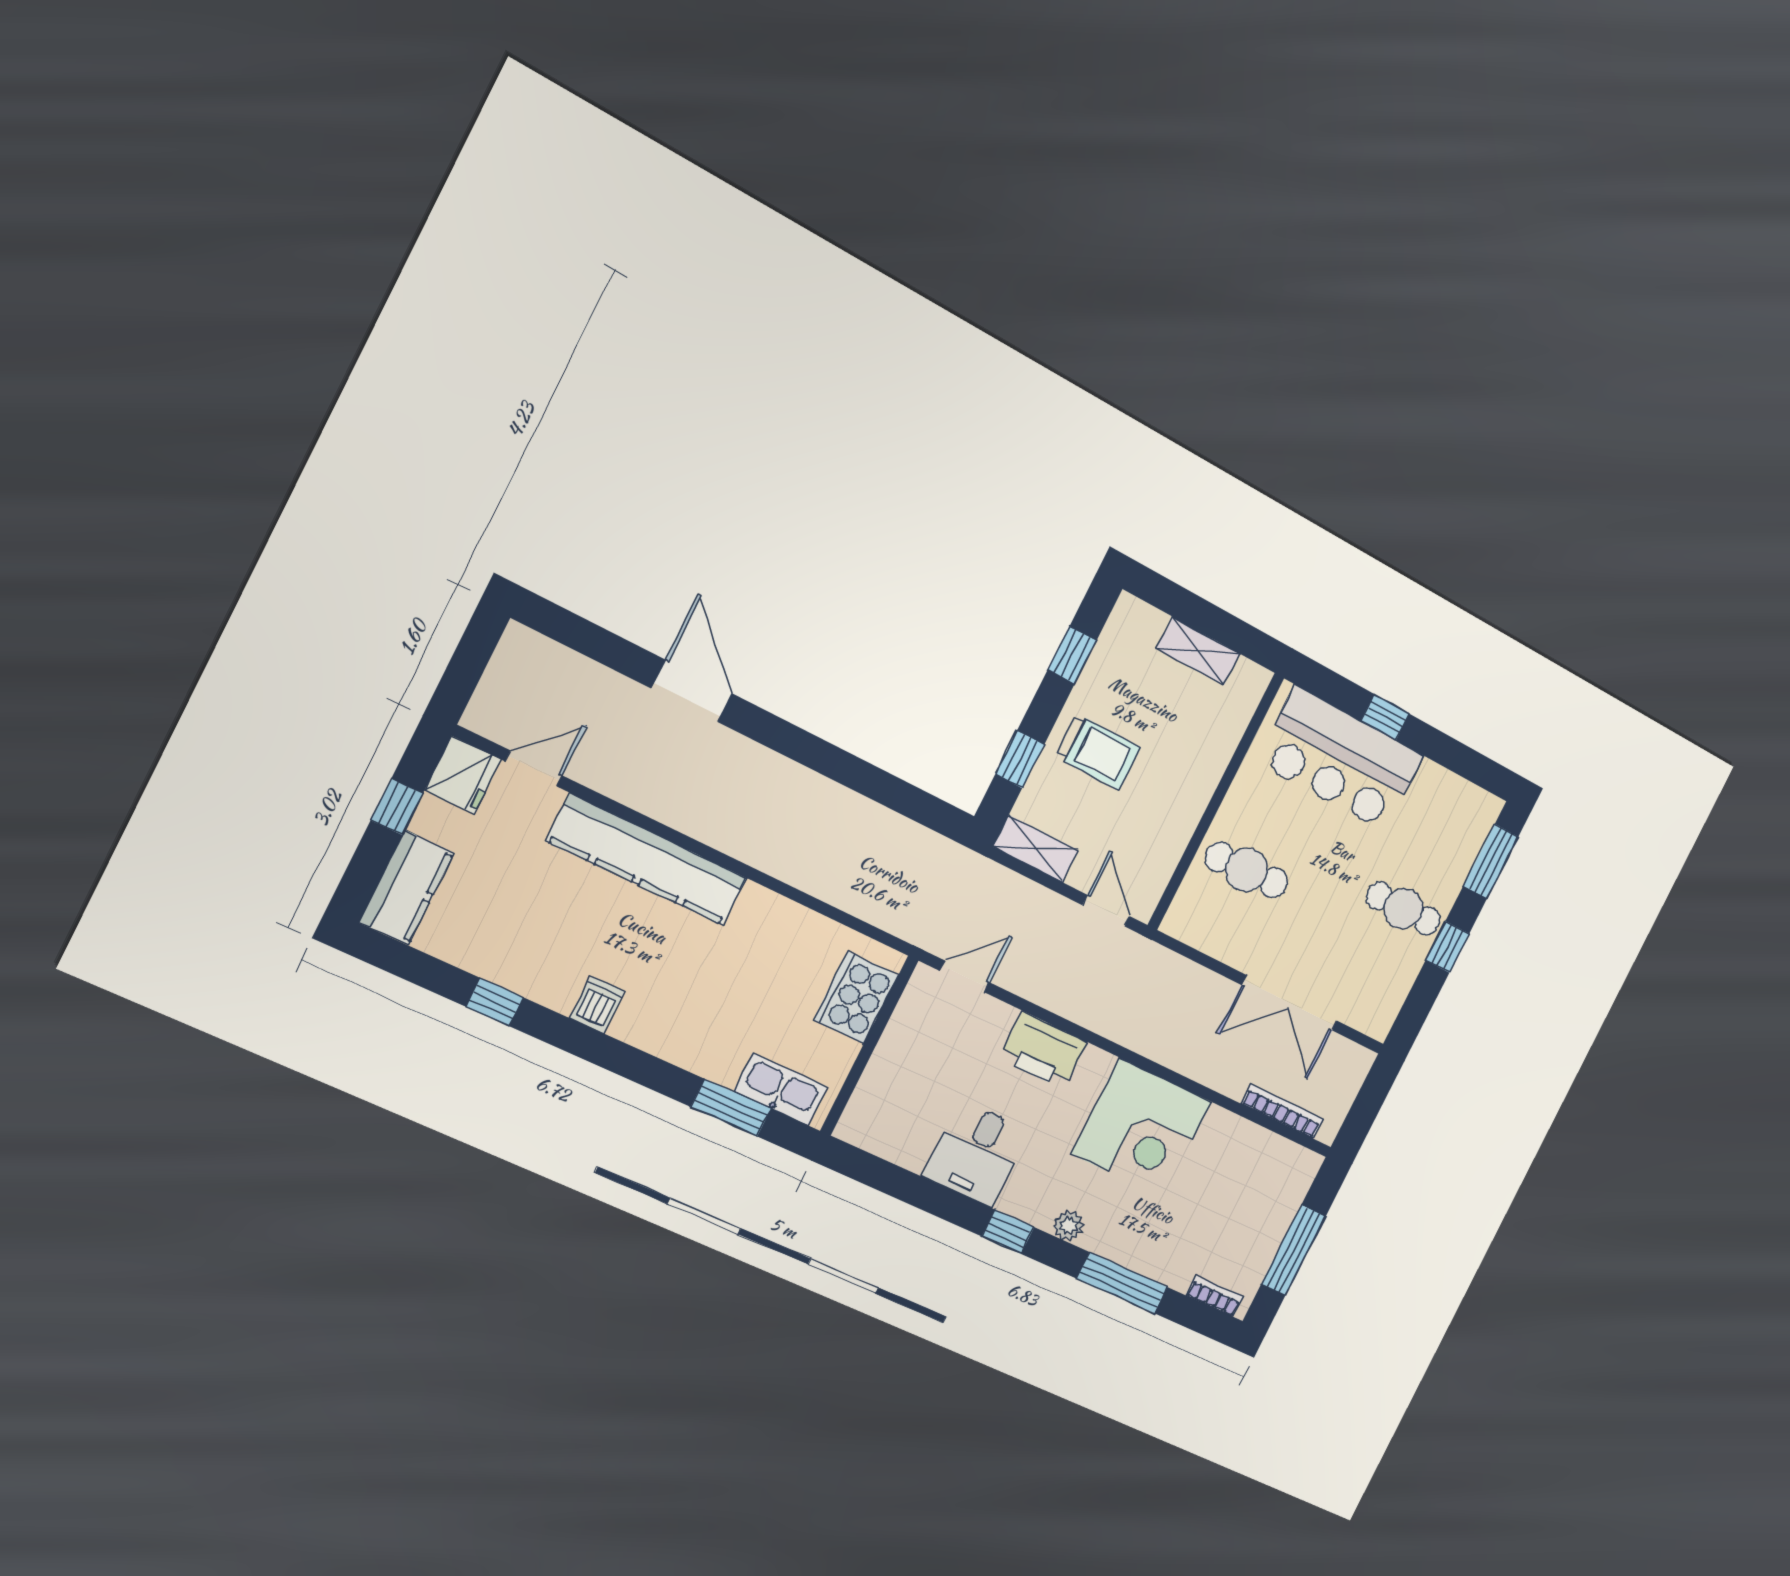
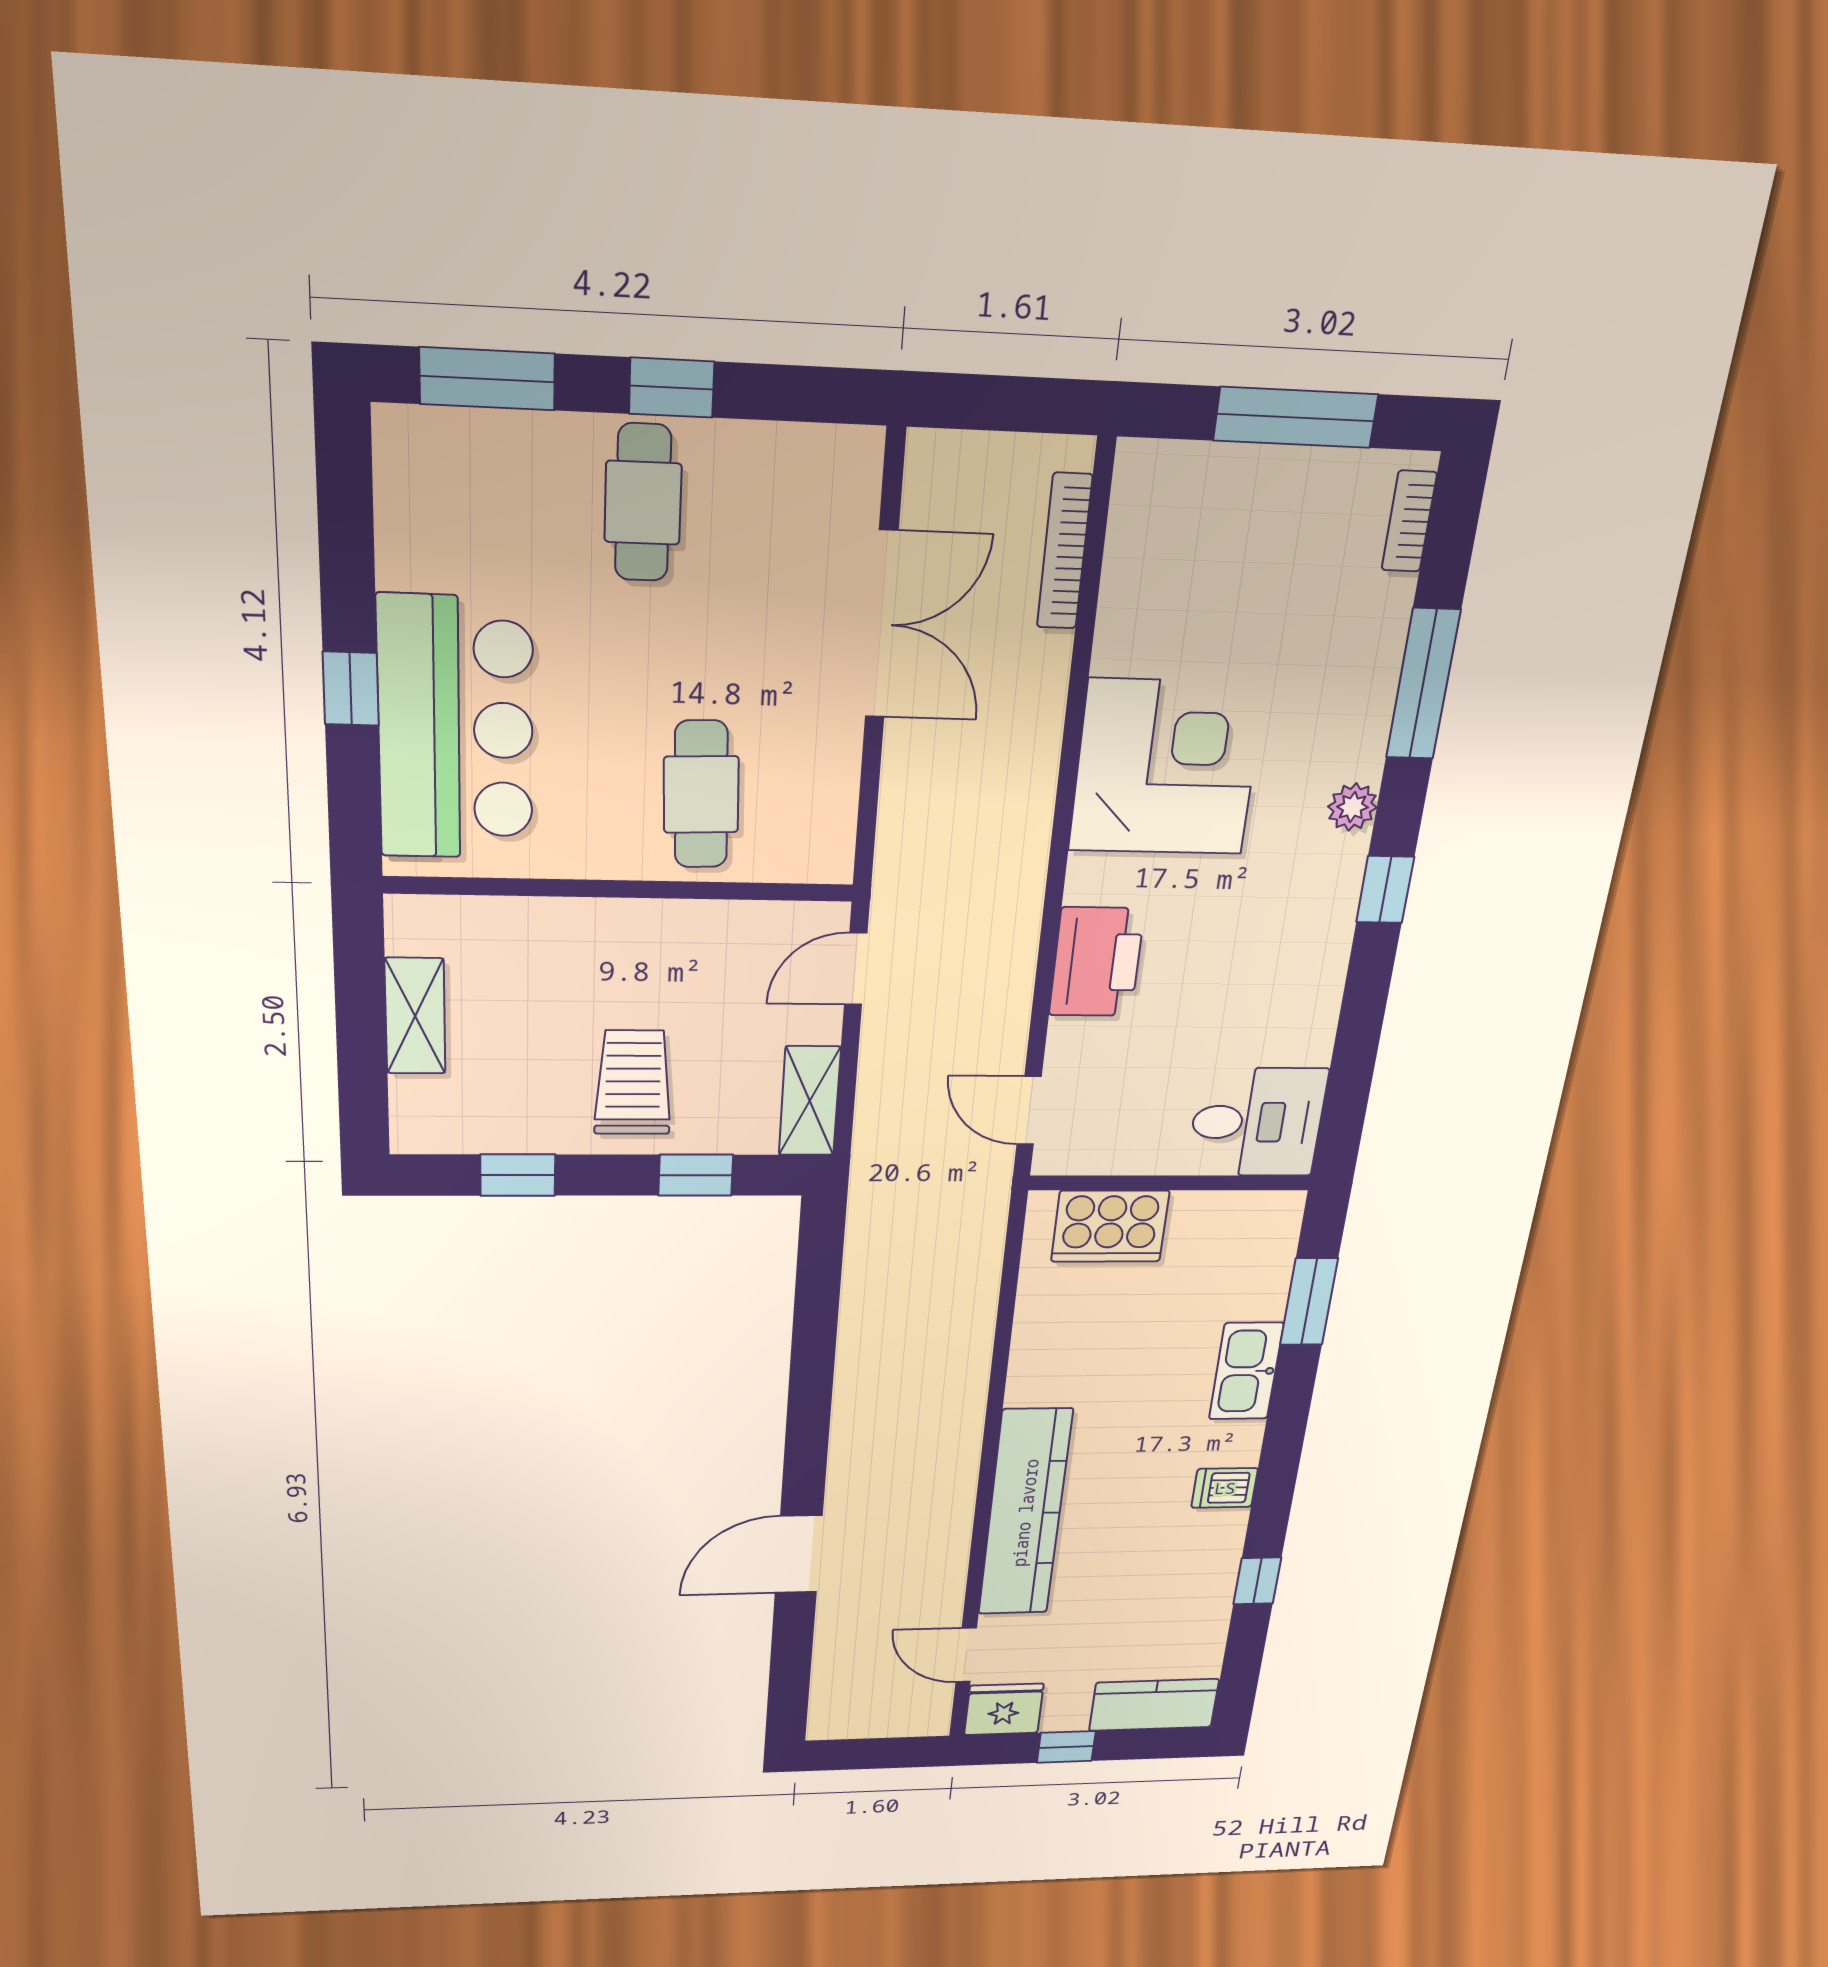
kitchen sink: (781, 1089) -> (1246, 1371), moved
desk: (976, 1154) -> (1257, 1122), moved

